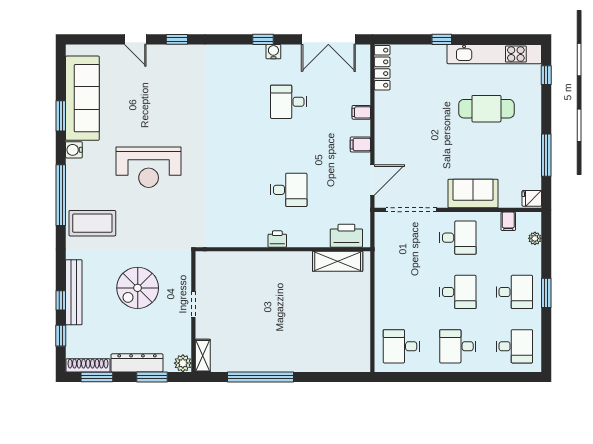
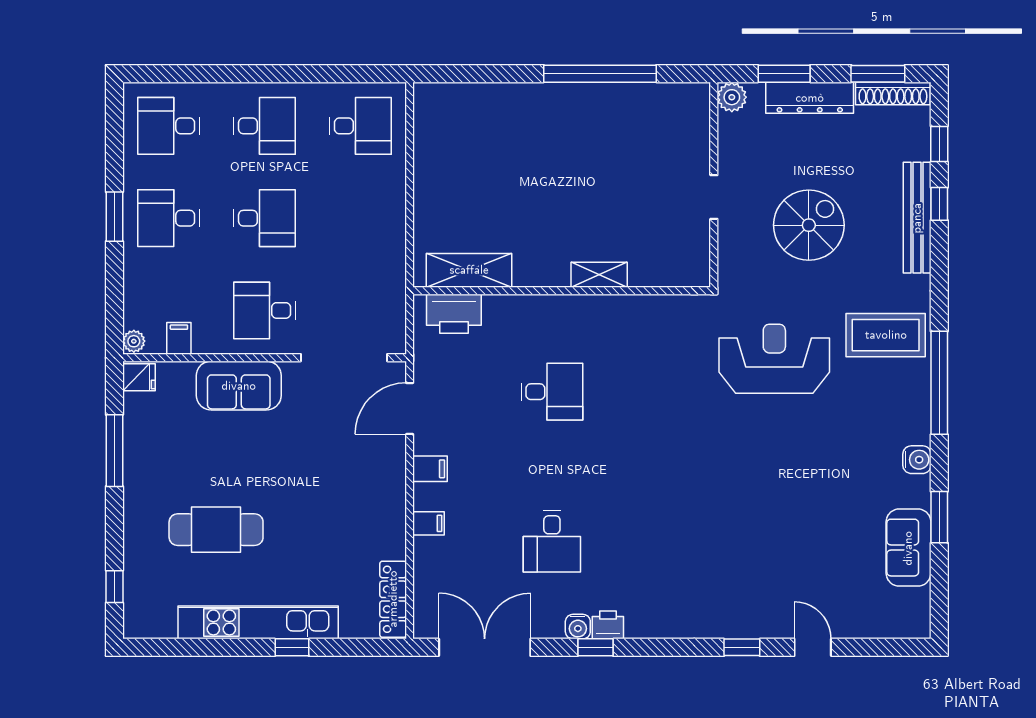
kitchen unit: (494, 54) -> (258, 622), moved
sofa: (82, 98) -> (908, 548), width x0.54, depth x0.79
desk: (289, 102) -> (552, 541), turned 90
reception desk: (149, 167) -> (774, 359), moved
desk: (289, 190) -> (552, 392), turned 180
plant: (535, 238) -> (134, 341), moved
printer: (277, 239) -> (608, 625), moved, turned 180
desk: (458, 292) -> (265, 218), turned 180
shelving: (203, 356) -> (599, 275), moved, turned 90

